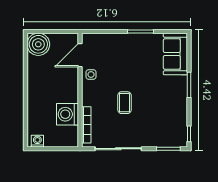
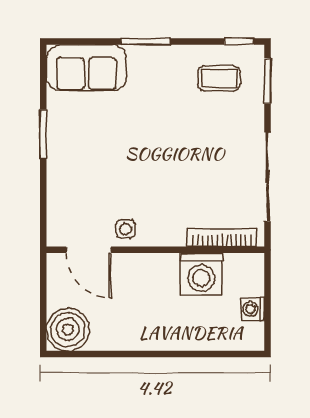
coffee table: (124, 103) -> (219, 78), moved
washing machine: (37, 141) -> (253, 309), moved

